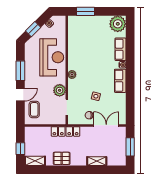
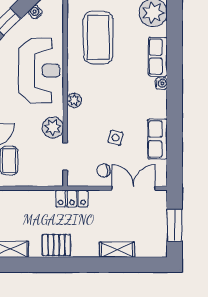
coffee table: (86, 38) -> (98, 38), added
row of seats: (120, 81) -> (158, 139), moved
locker: (65, 131) -> (72, 198), width x0.66

